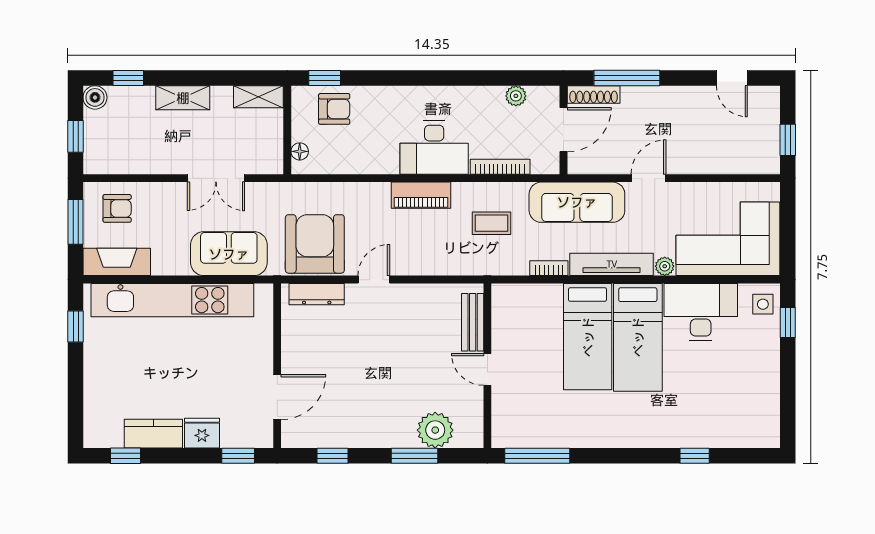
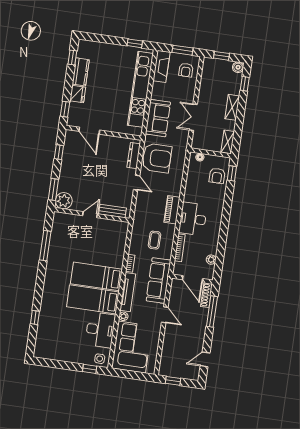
bench: (473, 322) -> (113, 211), moved
wall: (487, 366) -> (92, 215), moved
door: (487, 369) -> (90, 215), moved

